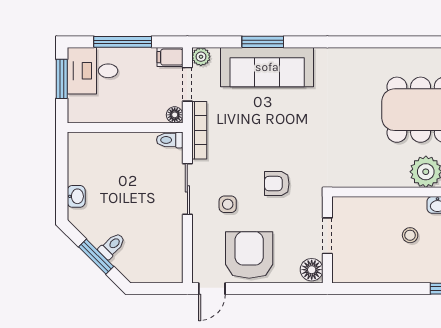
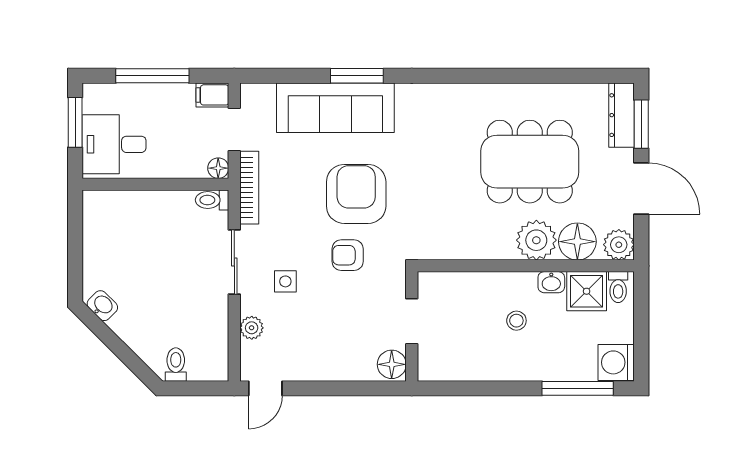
window: (263, 42) -> (357, 76), moved
plant: (201, 57) -> (252, 328), moved
desk: (92, 71) -> (114, 144), moved
washbasin: (76, 196) -> (102, 306), moved, turned -45
toilet: (112, 246) -> (176, 365), moved, turned -45
armchair: (249, 255) -> (356, 194), moved
window: (96, 257) -> (119, 348), removed

